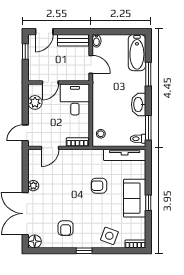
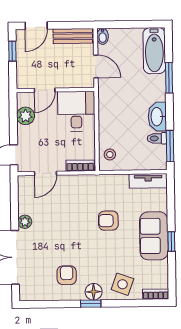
toilet: (138, 139) -> (157, 138), moved
tv unit: (125, 155) -> (148, 181), width x0.71
armchair: (66, 228) -> (67, 275), turned 180
floor lamp: (35, 241) -> (94, 292), moved

